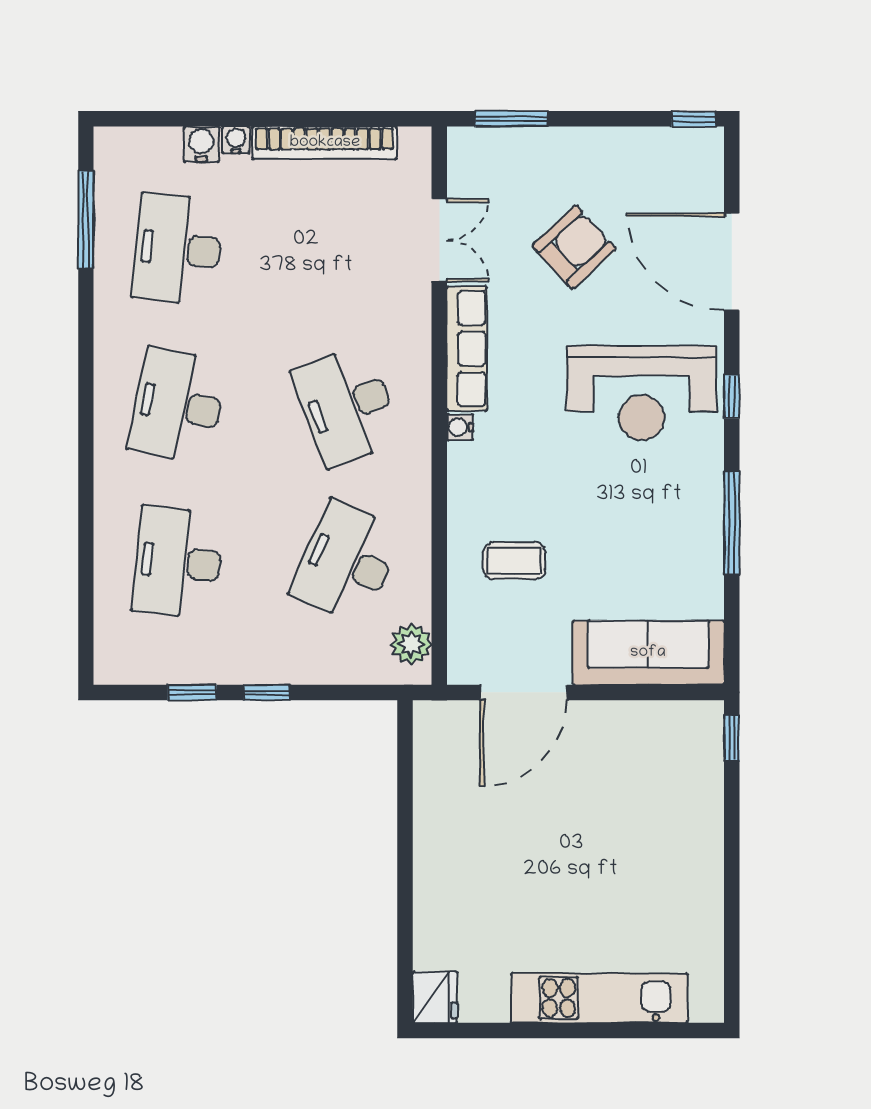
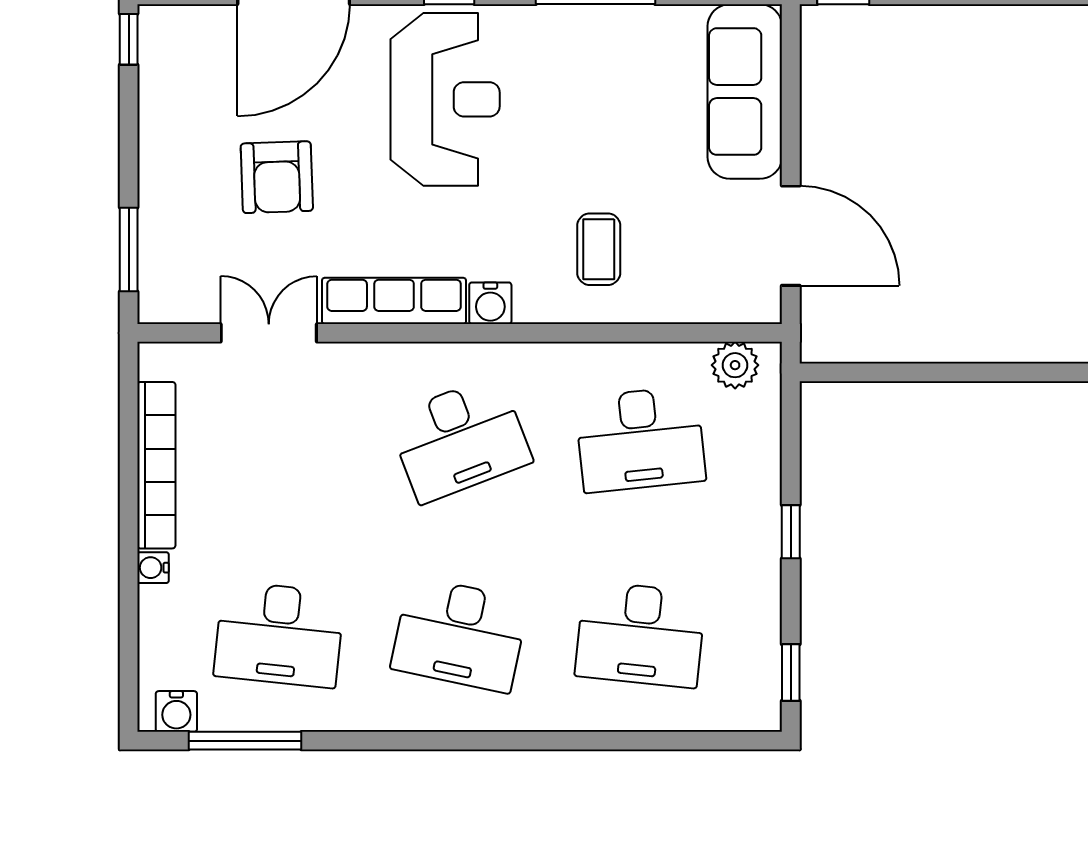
water cooler: (202, 144) -> (176, 711), moved, turned -90
armchair: (574, 247) -> (277, 177), turned -139
water cooler: (460, 427) -> (490, 303), width x1.38, depth x1.38
coffee table: (514, 561) -> (599, 249), moved
desk: (347, 562) -> (640, 439), turned -30
window: (192, 692) -> (791, 672), moved

